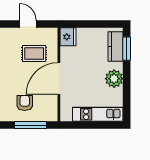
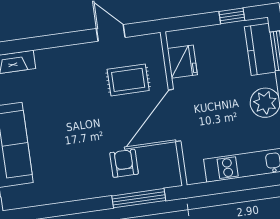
window: (101, 24) -> (232, 16), added
fridge: (68, 37) -> (182, 62), moved

